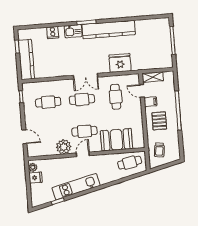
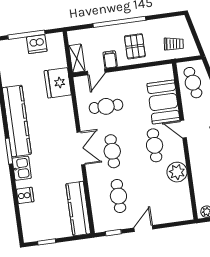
dishwasher: (165, 48) -> (37, 44), added
kitchen counter: (26, 59) -> (78, 209), moved, turned -90
fridge: (120, 63) -> (58, 83), moved
pallet: (159, 121) -> (135, 46), turned 90
door: (24, 137) -> (143, 228), moved
door: (83, 154) -> (183, 129), moved

